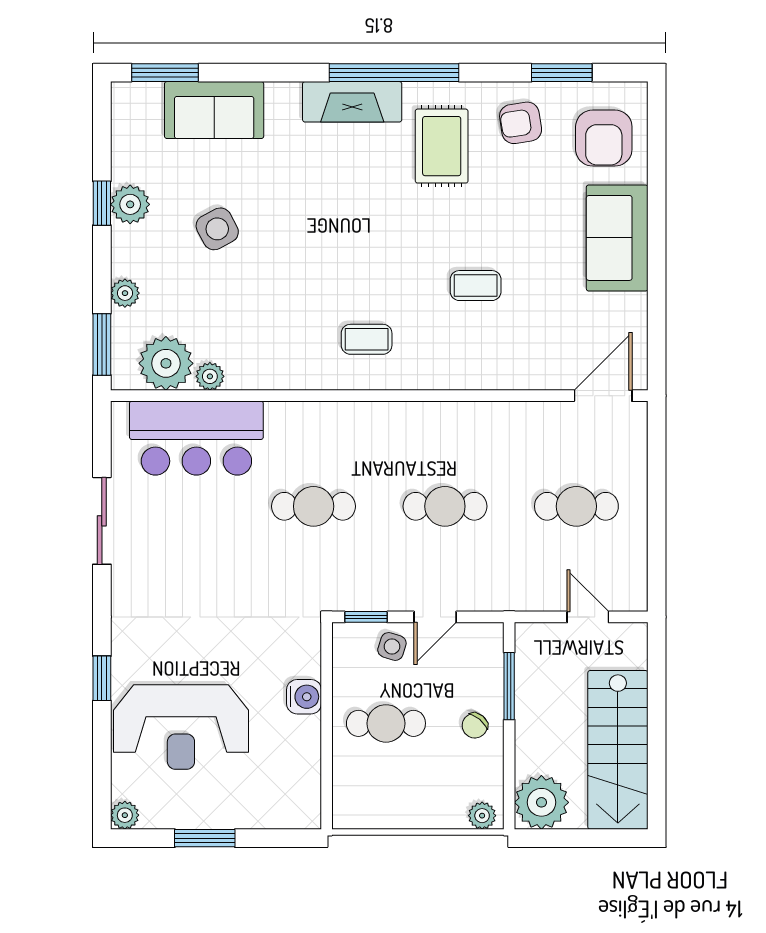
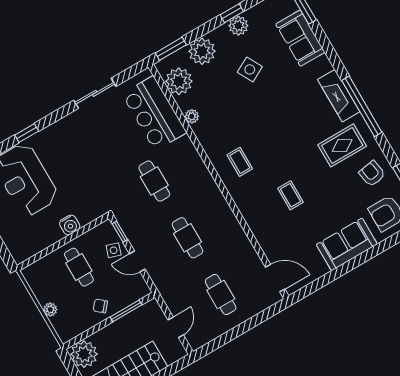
plant: (125, 293) -> (202, 51), width x1.88, depth x1.88
plant: (210, 376) -> (192, 116), moved
plant: (482, 816) -> (50, 309), moved

